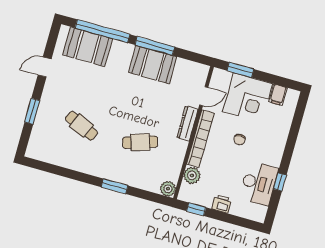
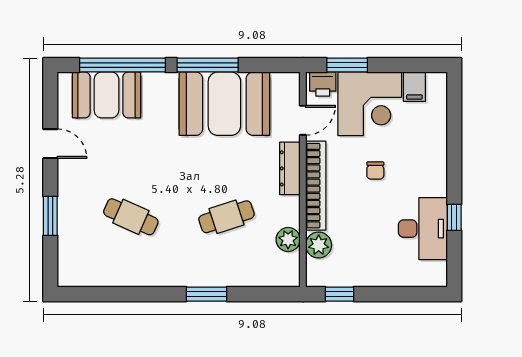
booth: (153, 65) -> (224, 104), width x1.36, depth x1.42
door: (45, 67) -> (50, 144), swing flipped
plant: (168, 189) -> (288, 240), moved
printer: (222, 204) -> (323, 84), moved, turned 180

